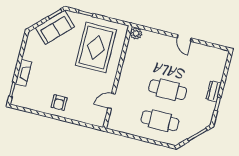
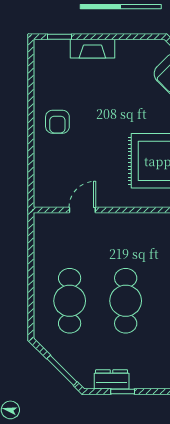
dresser: (214, 91) -> (112, 379), moved
door: (111, 101) -> (82, 210), hinge flipped
armchair: (59, 103) -> (57, 122), turned -90

